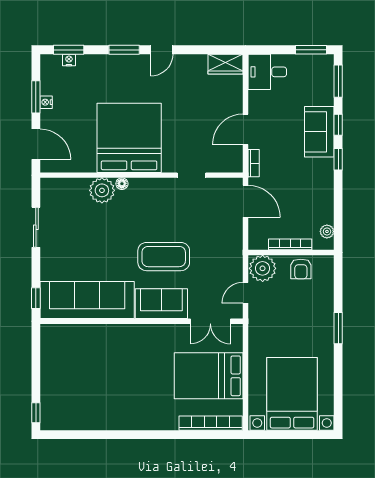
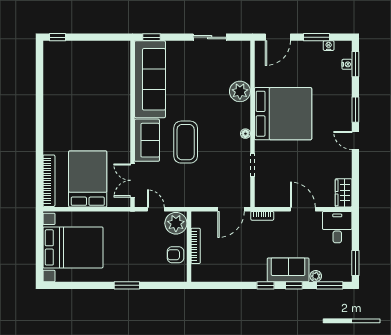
nightstand: (46, 102) -> (329, 46), moved
door: (245, 129) -> (303, 209), moved
floor lamp: (122, 184) -> (245, 134), moved
plant: (327, 231) -> (316, 276), moved

